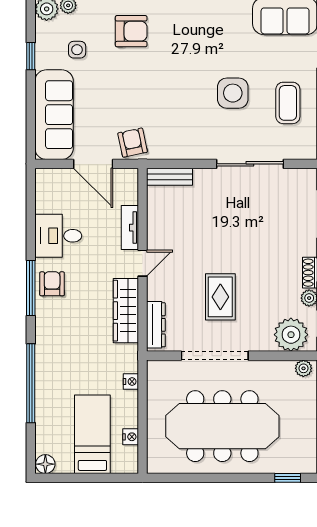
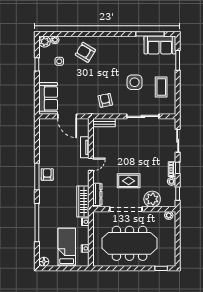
armchair: (131, 31) -> (85, 52), turned -149
sofa: (54, 115) -> (48, 98), width x0.73
armchair: (133, 143) -> (105, 100), moved
desk: (58, 236) -> (50, 151), removed
rug: (220, 297) -> (129, 181), turned 90
wardrobe: (126, 311) -> (83, 202), moved
plant: (291, 335) -> (152, 199), moved

